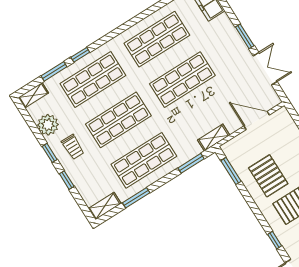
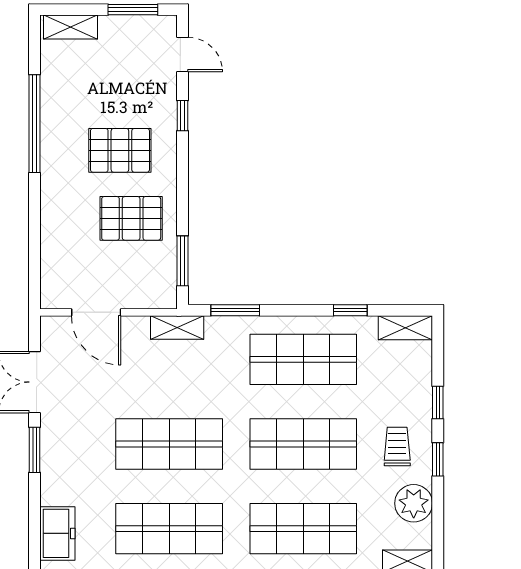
pallet: (268, 176) -> (131, 218), turned 90
window: (136, 198) -> (350, 310), width x0.67

